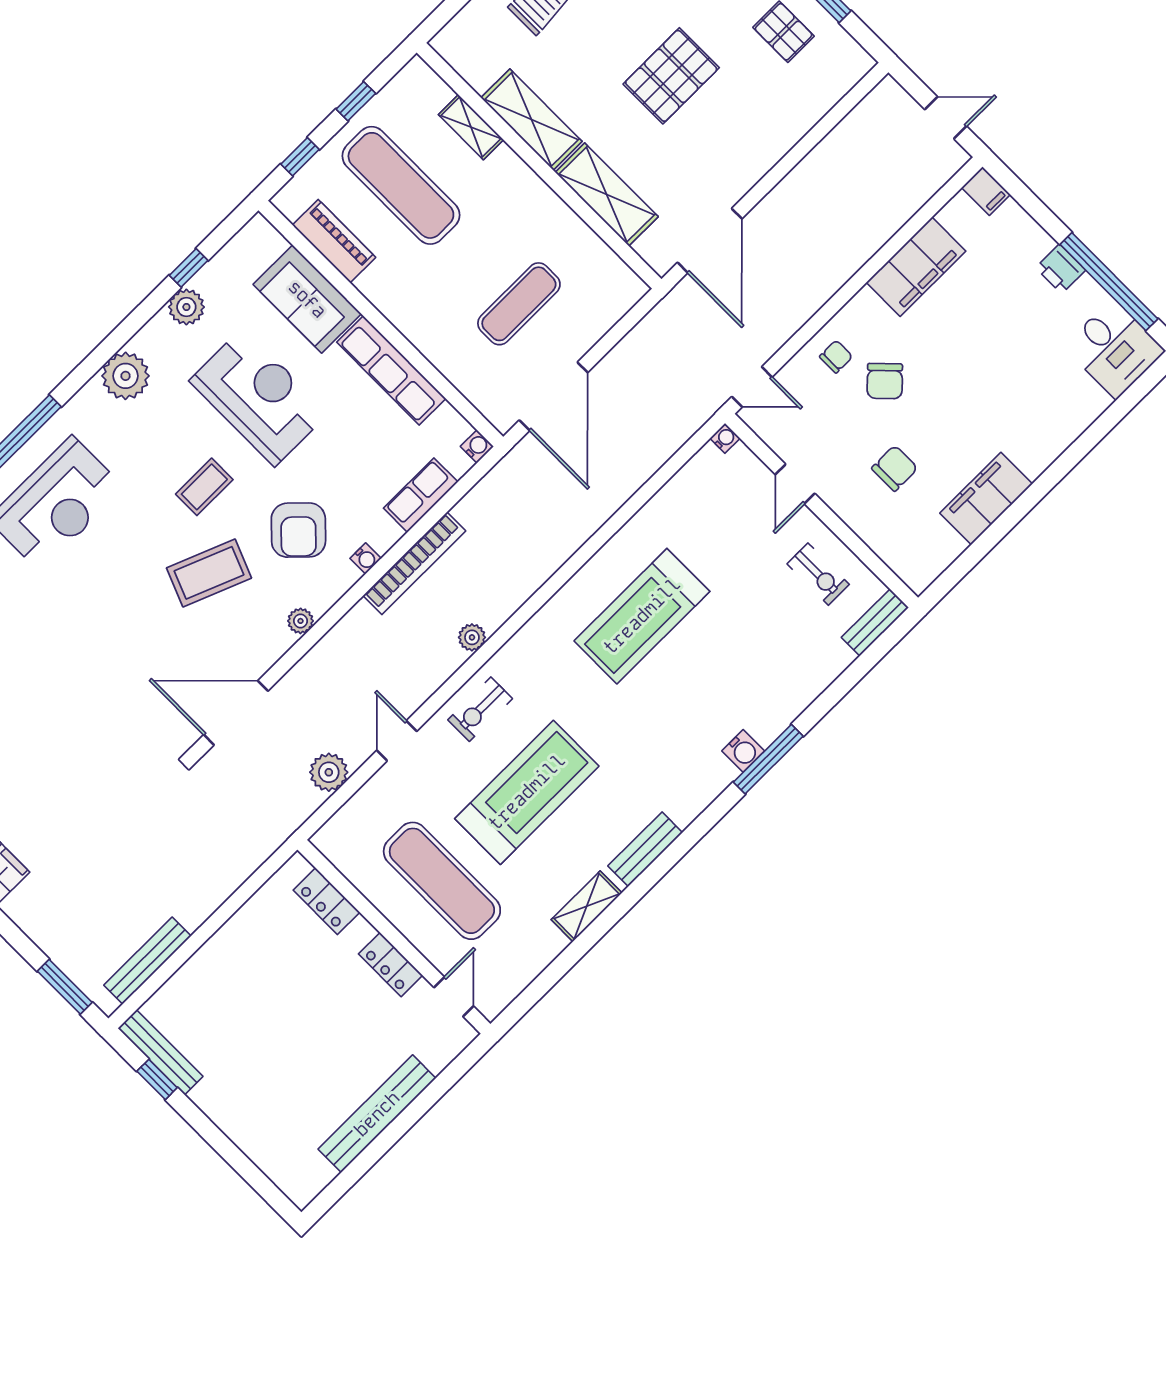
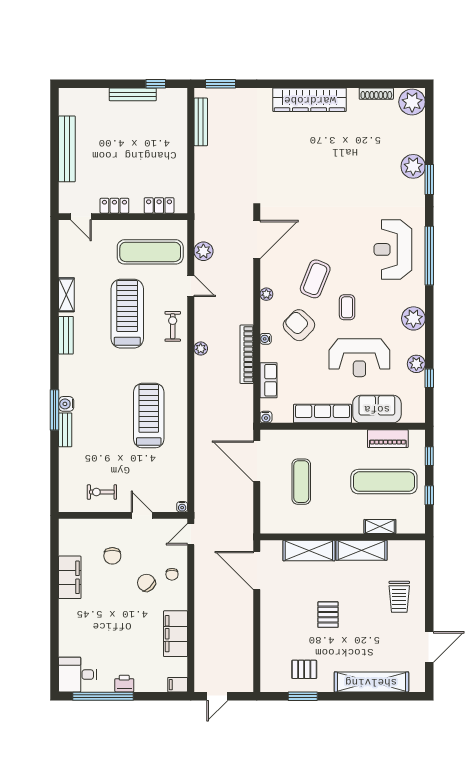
pallet: (671, 76) -> (328, 615), width x0.67, depth x0.71
bench: (875, 622) -> (65, 430), moved
treadmill: (527, 792) -> (127, 314), turned 180
exercise mat: (442, 881) -> (150, 252), moved
bench: (160, 1052) -> (133, 94), moved

